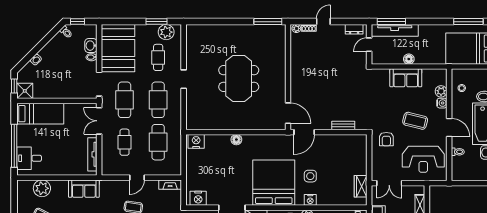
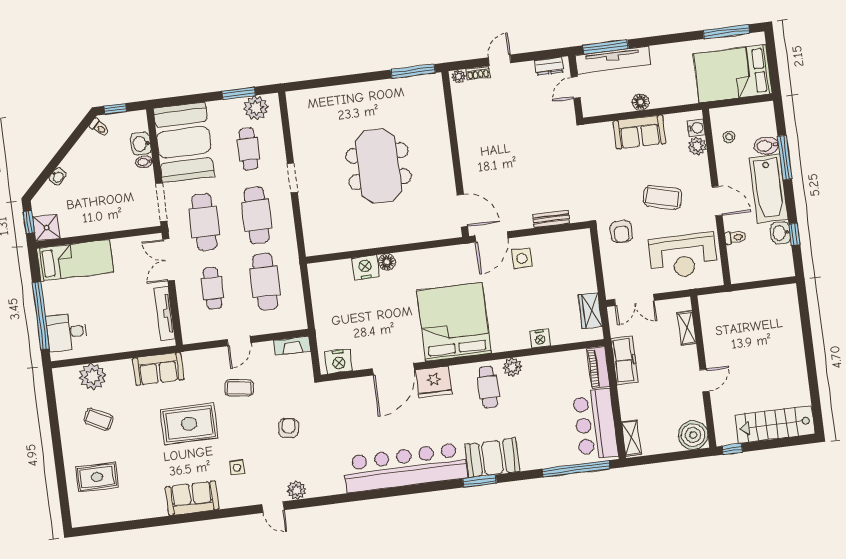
water cooler: (442, 103) -> (696, 128), moved
nightstand: (196, 141) -> (365, 268), moved
side table: (310, 176) -> (522, 258), moved
nightstand: (310, 200) -> (540, 338), moved

